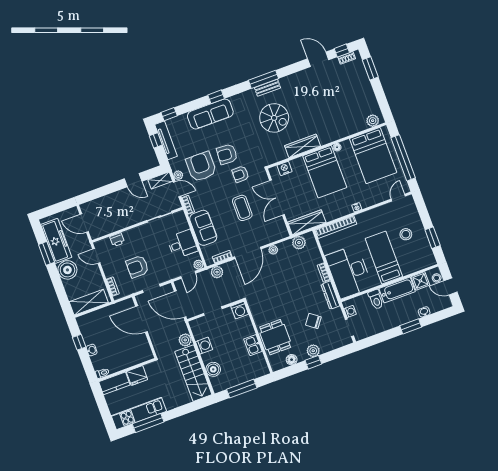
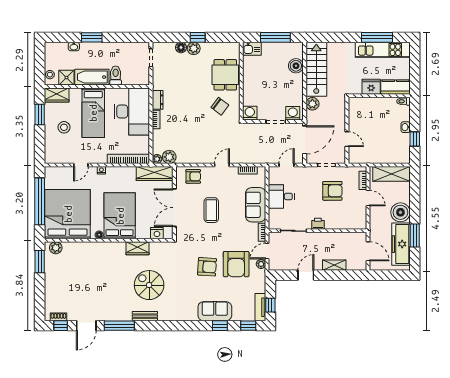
door: (318, 59) -> (86, 326), hinge flipped
window: (370, 68) -> (40, 262), moved
window: (264, 79) -> (119, 326), moved
window: (216, 97) -> (220, 326), moved
sofa: (210, 114) -> (215, 311), width x0.73
tv unit: (166, 140) -> (260, 307), width x0.71
wardrobe: (303, 146) -> (137, 248), width x0.67
bed: (373, 156) -> (68, 214), width x1.36
armchair: (240, 174) -> (193, 176), moved
door: (133, 180) -> (306, 275), hinge flipped
shelving: (160, 180) -> (334, 265), moved
door: (177, 189) -> (267, 251), hinge flipped
double door: (277, 198) -> (174, 208), swing flipped
door: (398, 198) -> (81, 165), moved
printer: (117, 240) -> (318, 224), moved
plant: (273, 250) -> (157, 159), moved
door: (248, 253) -> (222, 165), width x0.53
door: (96, 256) -> (368, 198), moved
wardrobe: (424, 261) -> (57, 95), added
plant: (198, 265) -> (273, 171), removed
plant: (217, 272) -> (258, 158), removed
door: (450, 286) -> (40, 62), removed
dresser: (330, 295) -> (158, 100), width x0.70
door: (180, 304) -> (305, 140), hinge flipped
washing machine: (350, 311) -> (144, 73), removed
door: (141, 319) -> (347, 139), width x0.53
chair: (313, 321) -> (220, 106), moved
kitchen sink: (253, 345) -> (252, 49), moved, turned 90
washing machine: (204, 346) -> (293, 113), moved, turned 90
floor lamp: (292, 360) -> (181, 47), moved

